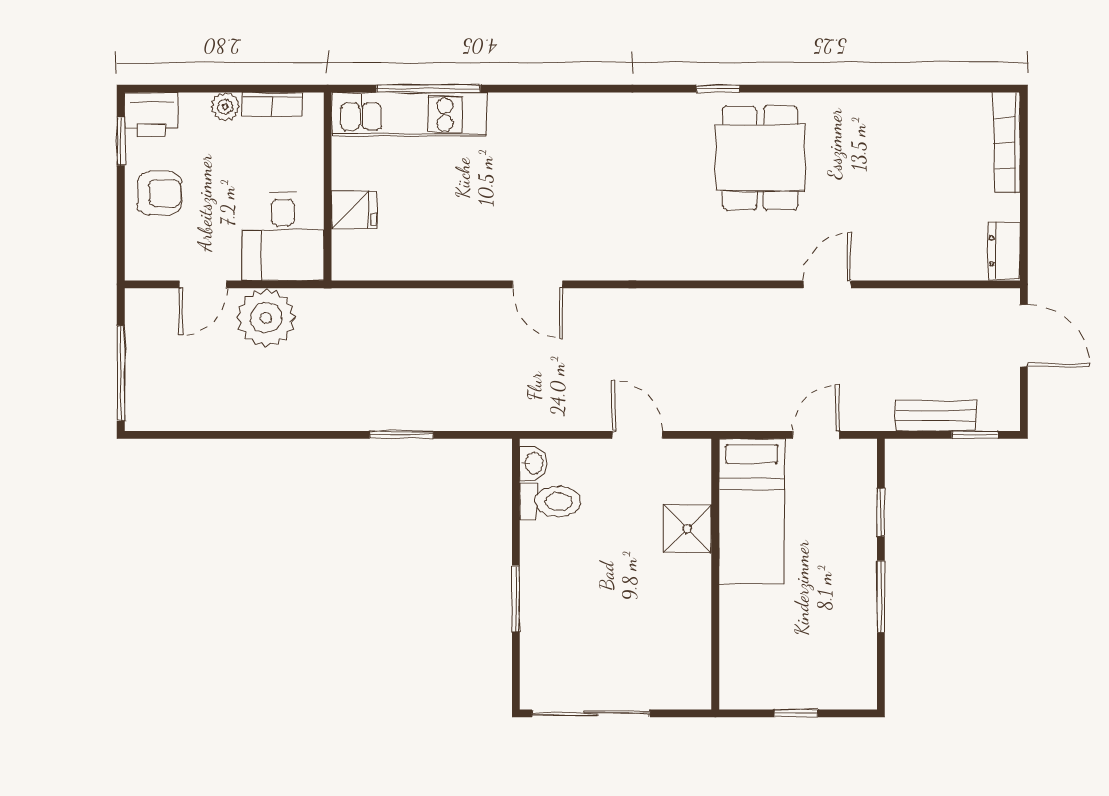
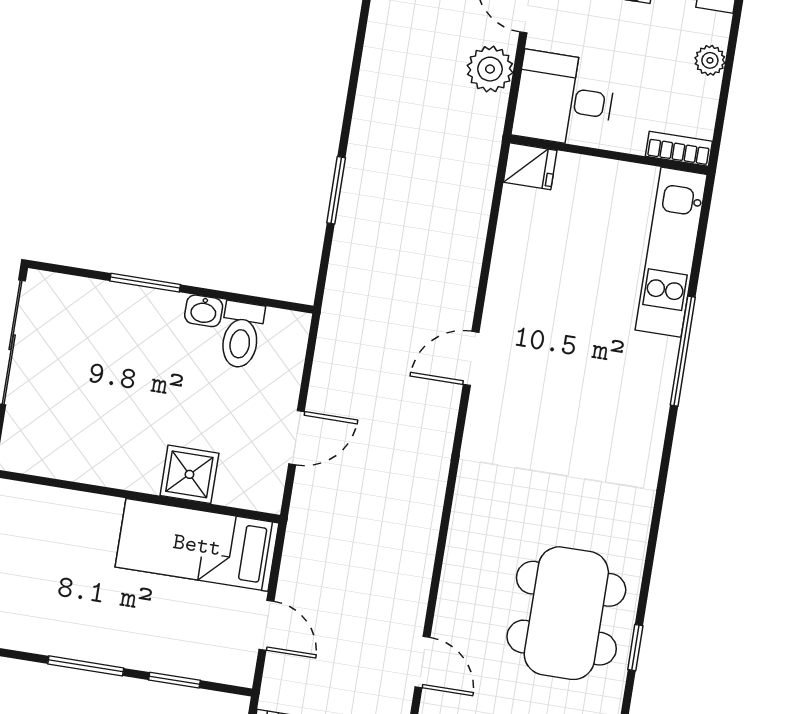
window: (428, 89) -> (683, 351), moved
window: (718, 89) -> (635, 648), moved
bookcase: (273, 104) -> (679, 149), moved, turned 90
dining table: (760, 158) -> (566, 613), width x1.38
fridge: (354, 210) -> (530, 166), moved, turned -90
plant: (266, 318) -> (490, 69), width x0.73, depth x0.73
washbasin: (533, 463) -> (204, 311), moved

